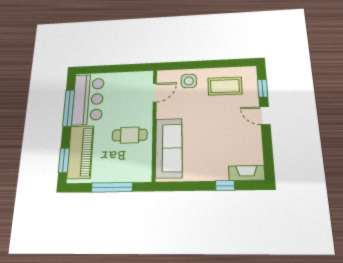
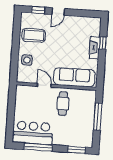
coffee table: (225, 86) -> (34, 35), turned 90
door: (155, 93) -> (44, 85), moved
piano: (80, 152) -> (72, 138), removed
fireplace: (247, 173) -> (94, 48), moved

